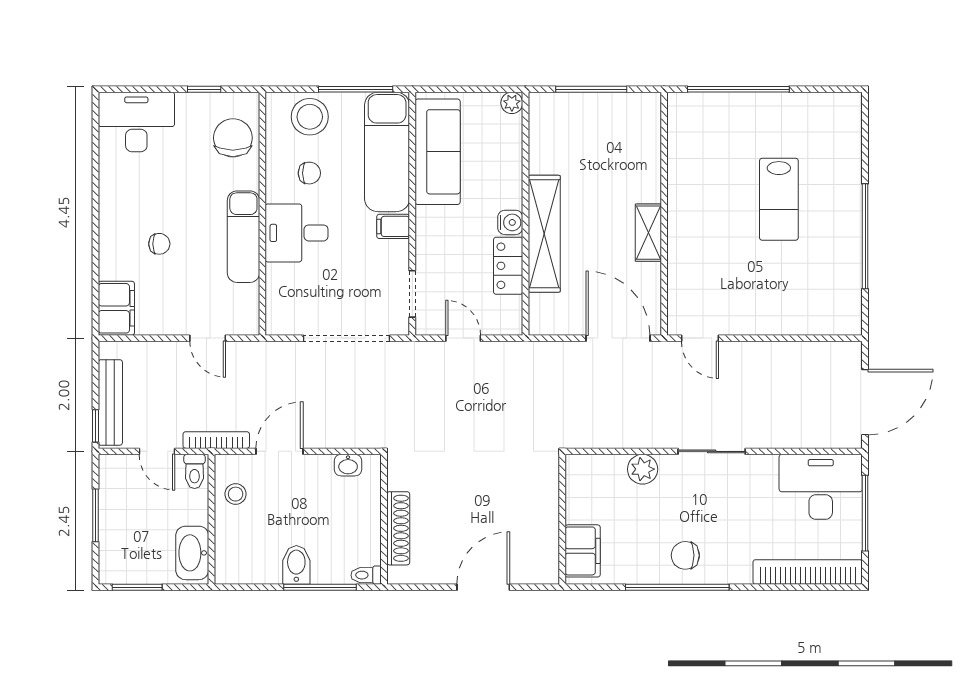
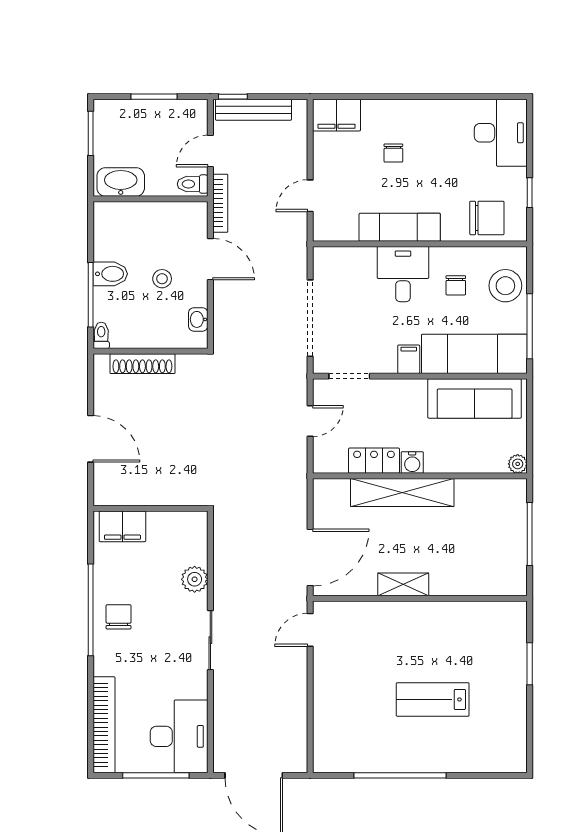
window: (738, 89) -> (530, 664), width x0.47
stool: (236, 494) -> (162, 279), moved

